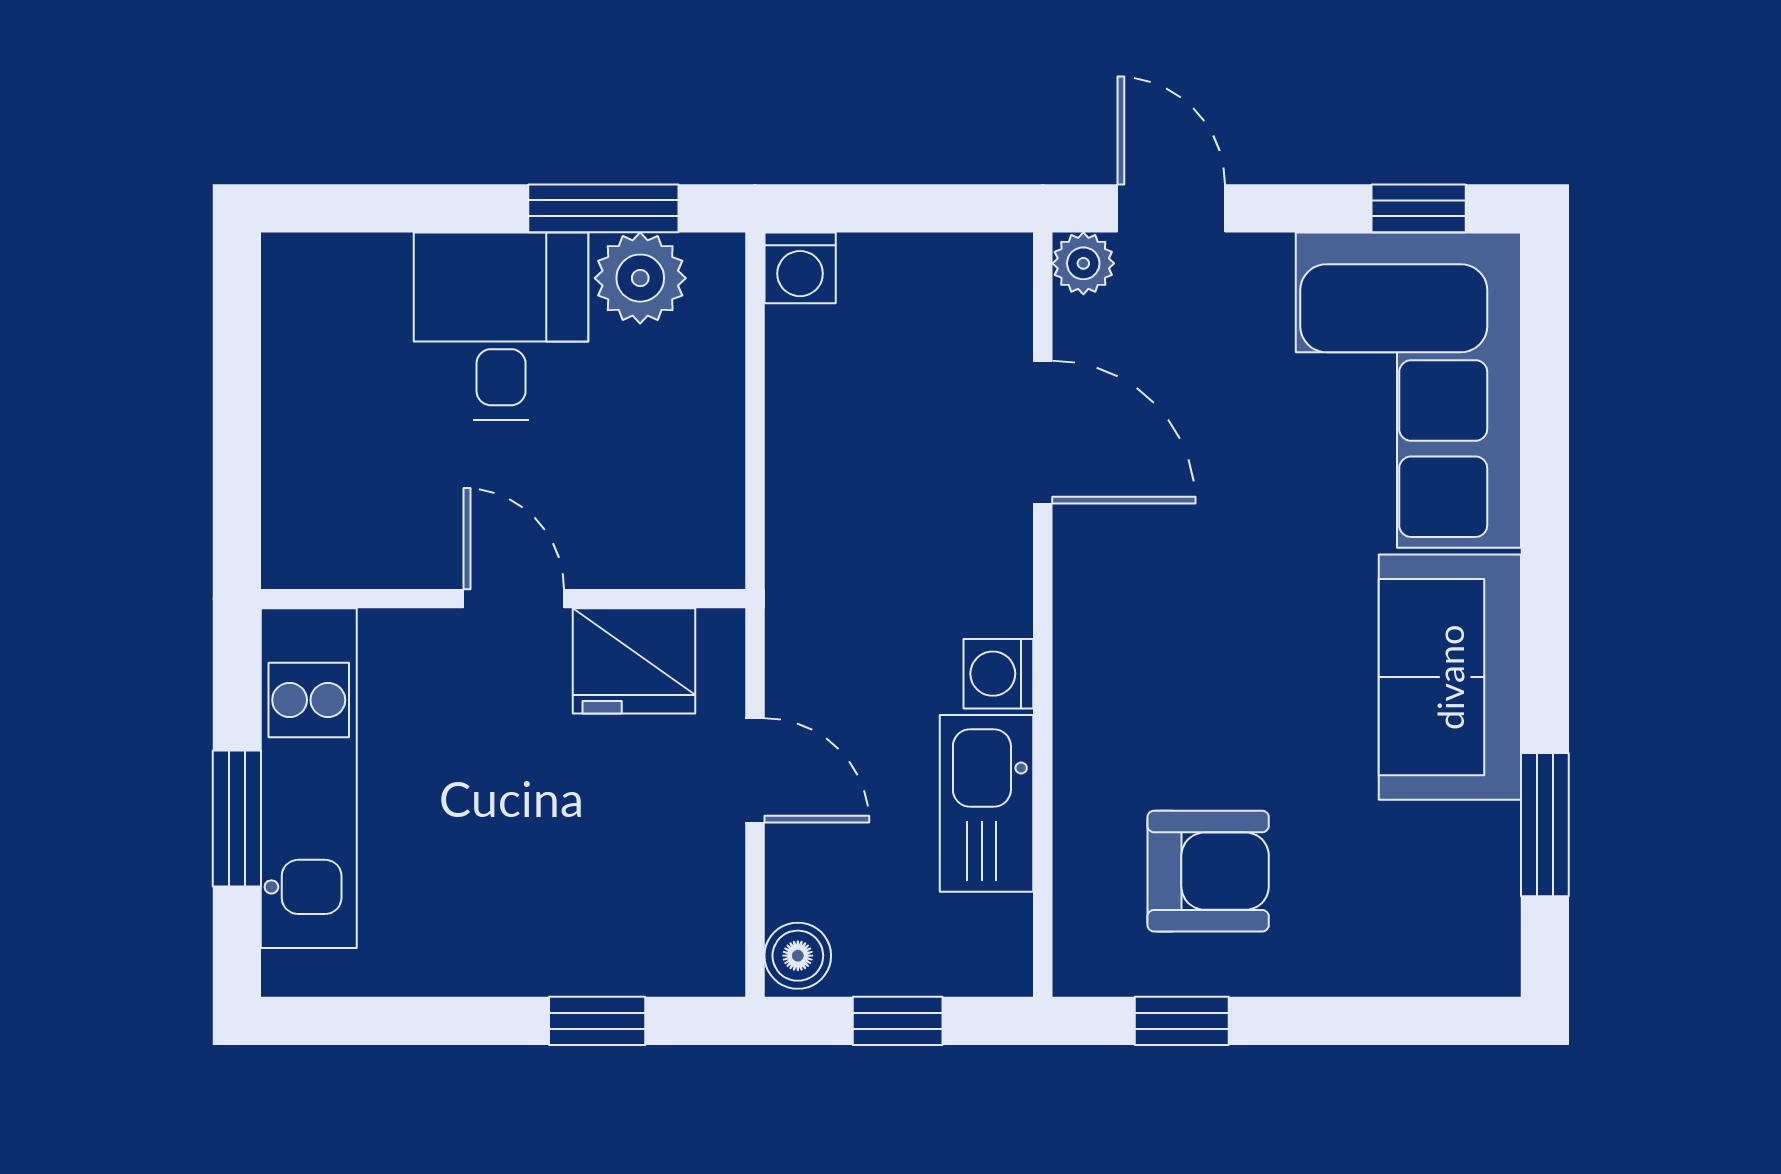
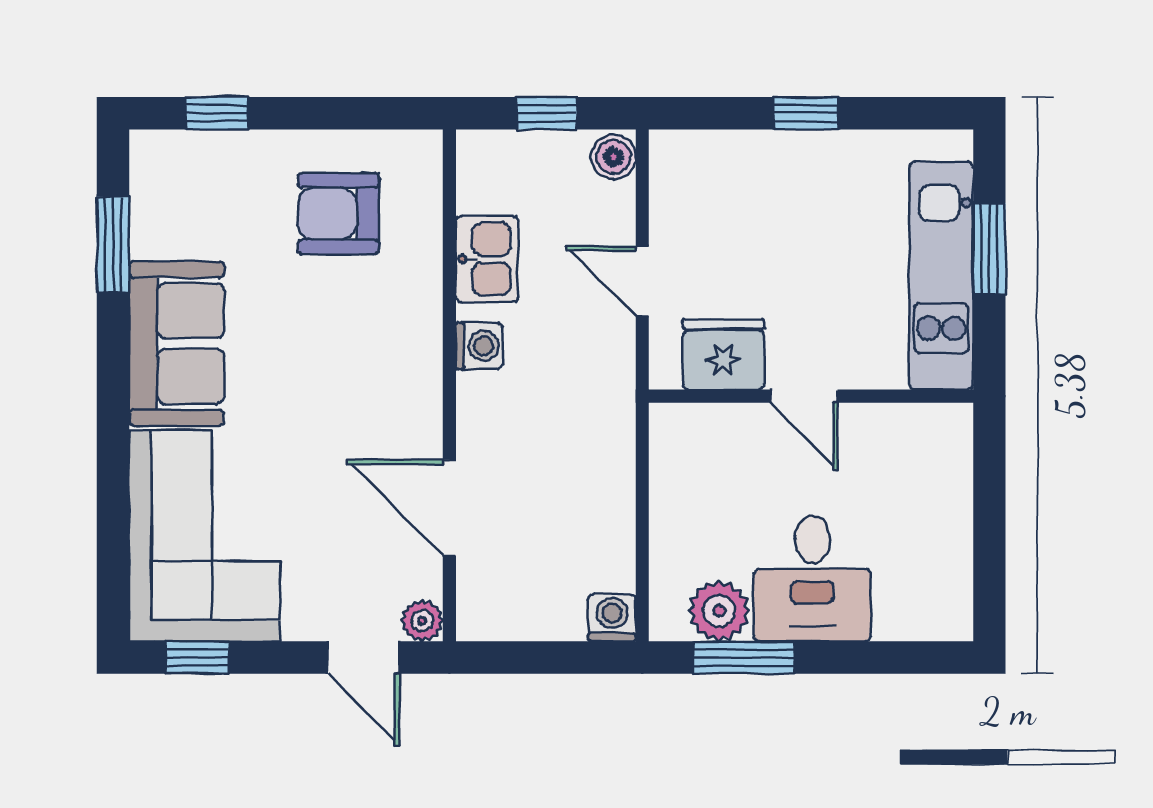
kitchen sink: (987, 803) -> (487, 259), width x0.73
window: (597, 1021) -> (806, 113), moved
window: (1182, 1021) -> (217, 113), moved

